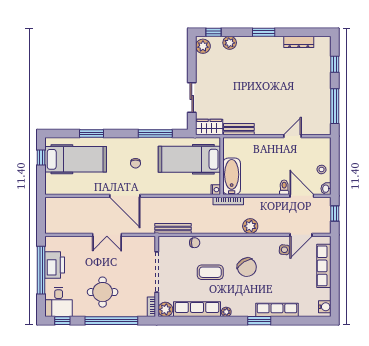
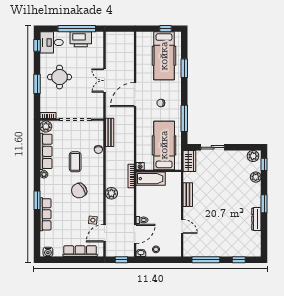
dresser: (299, 42) -> (256, 219), moved
bench: (239, 129) -> (188, 195), moved
door: (301, 235) -> (105, 233), hinge flipped
window: (111, 321) -> (37, 84), width x0.47

